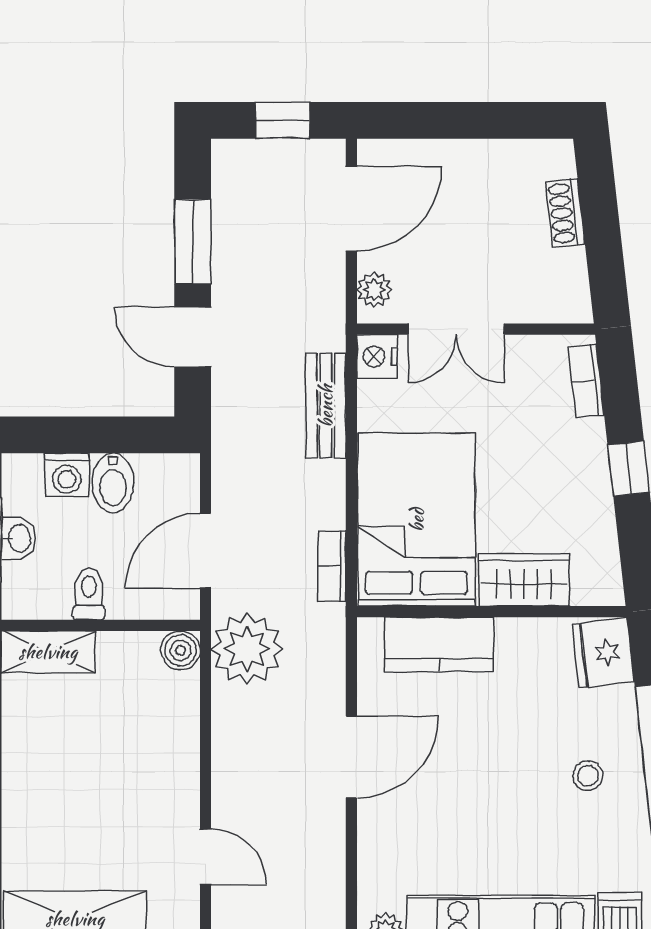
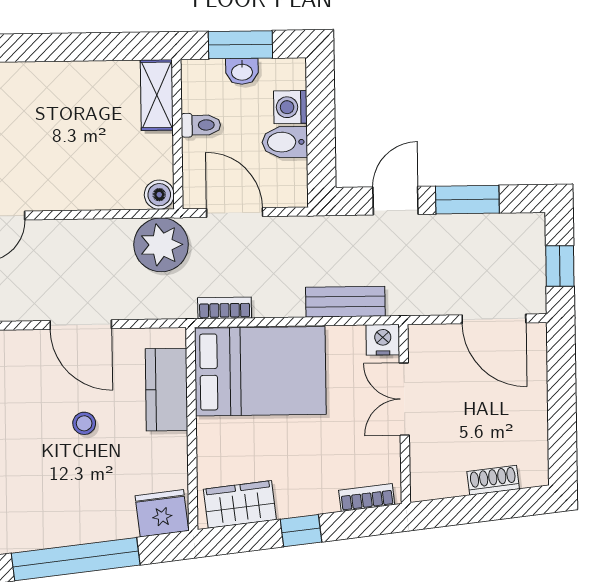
plant: (374, 290) -> (433, 337), removed
wardrobe: (524, 580) -> (240, 504), moved, turned -96
stool: (588, 776) -> (84, 423), moved

